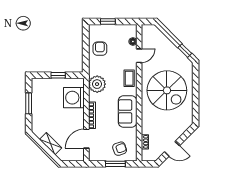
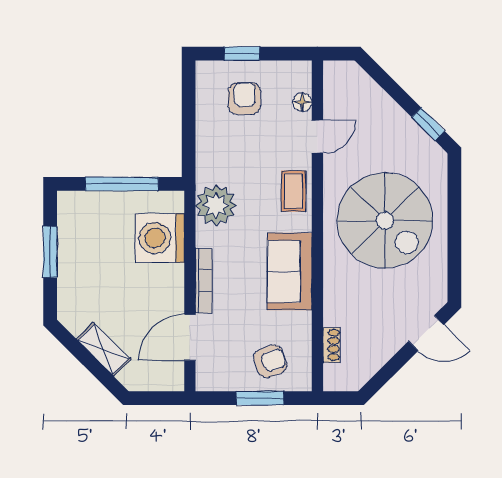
armchair: (100, 49) -> (244, 99), moved
window: (58, 75) -> (122, 184), width x2.17
door: (172, 149) -> (426, 333), moved

